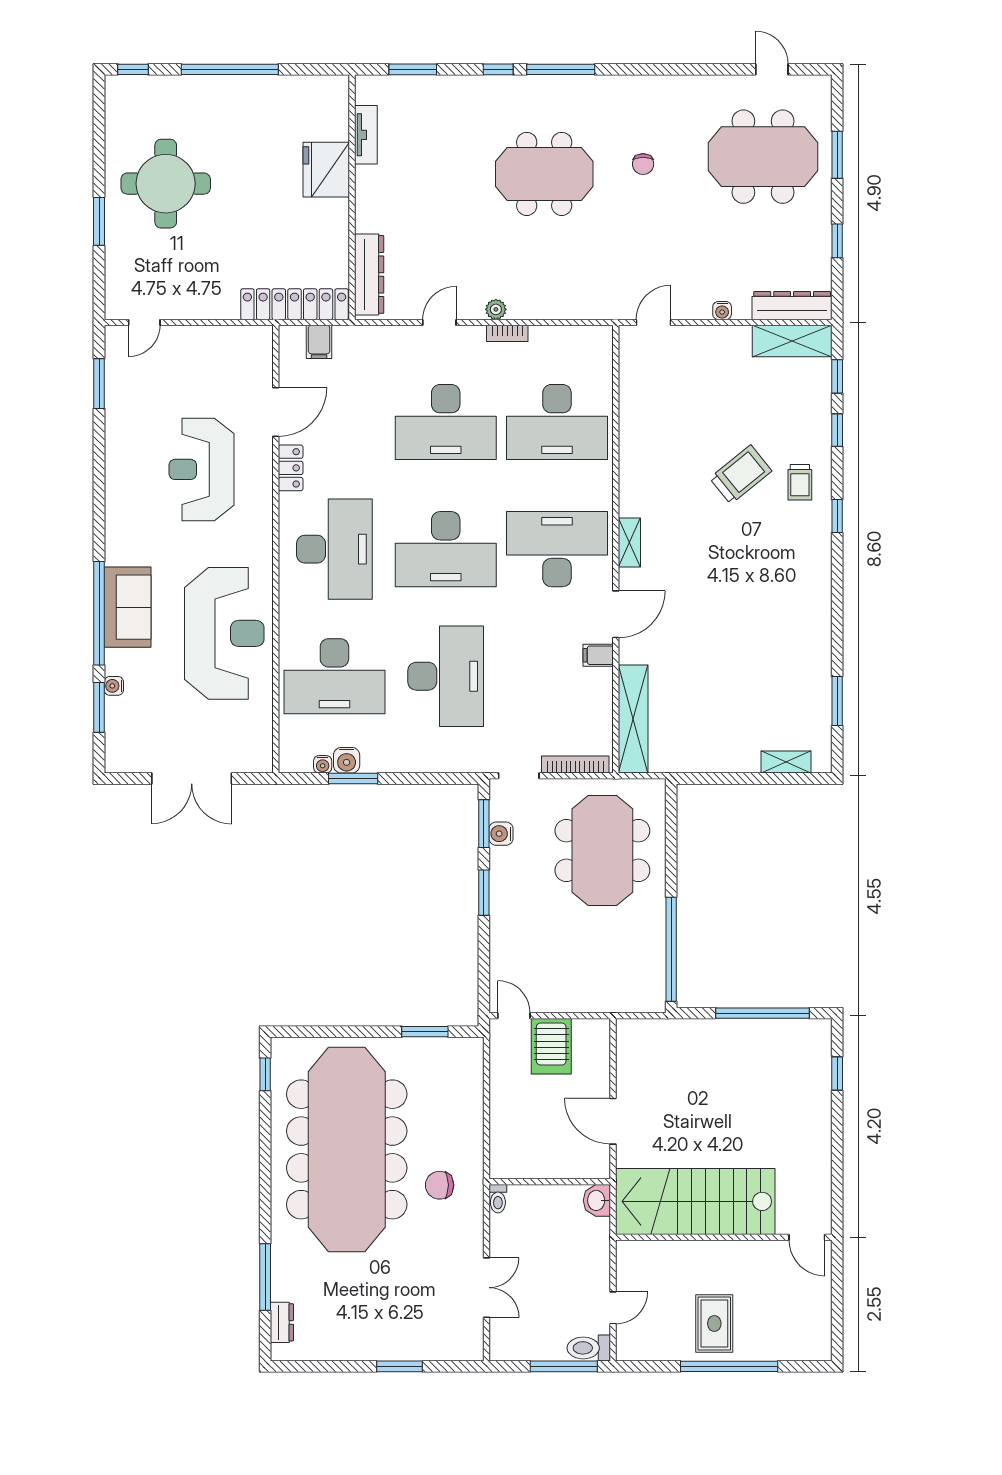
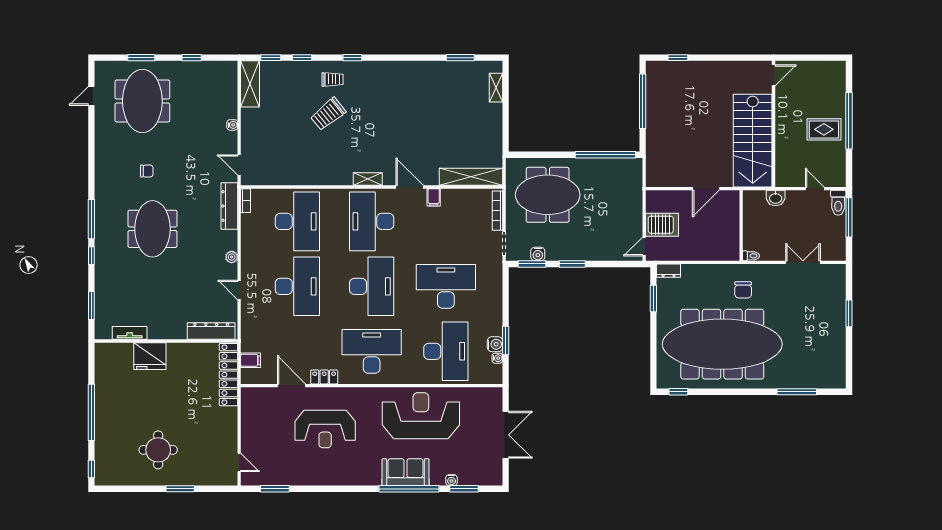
round table: (166, 184) -> (158, 450), width x0.73, depth x0.73
dresser: (792, 306) -> (229, 206), moved
bookcase: (507, 333) -> (246, 201), moved
trolley: (741, 475) -> (328, 114), turned -90
washbasin: (597, 1200) -> (776, 198), moved
dresser: (282, 1322) -> (669, 271), moved, turned 180

